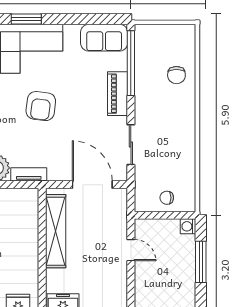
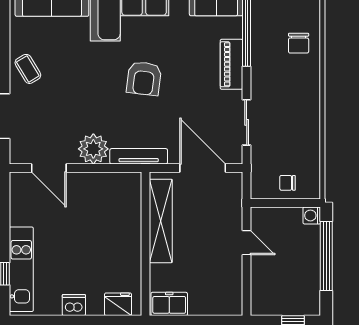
tv unit: (29, 174) -> (139, 156), width x1.41
window: (201, 262) -> (326, 256), width x1.46

